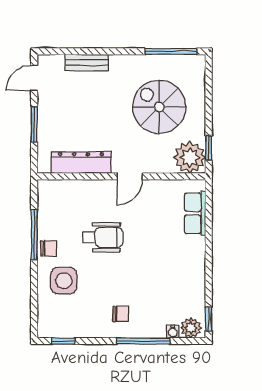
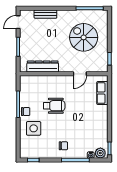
plant: (190, 158) -> (100, 64), removed
door: (130, 176) -> (80, 74), moved

